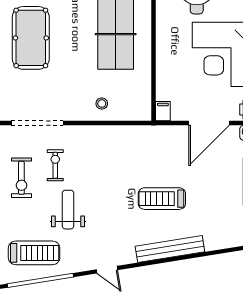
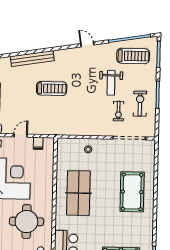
filing cabinet: (163, 111) -> (38, 143), moved
door: (209, 123) -> (21, 136), width x0.53
bench: (170, 249) -> (32, 59), moved
treadmill: (34, 253) -> (133, 56), turned 180

